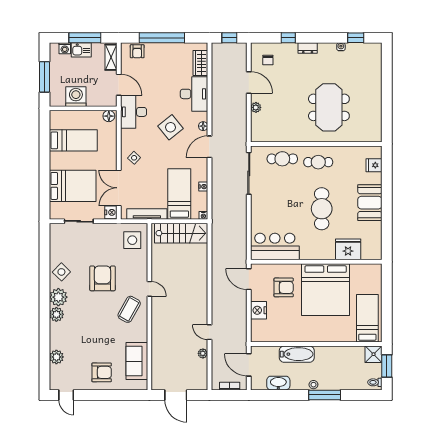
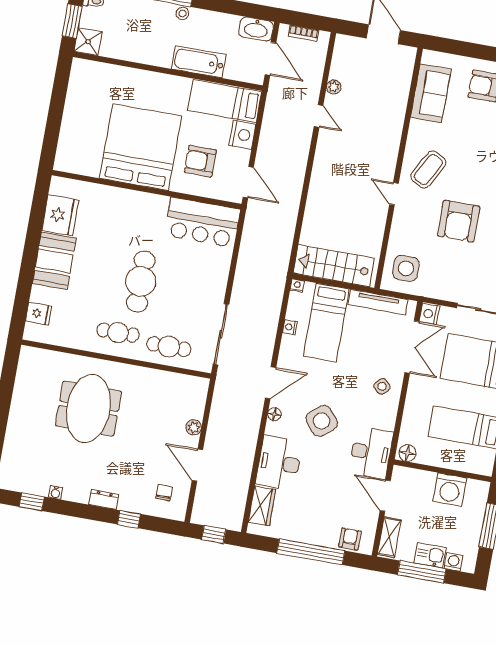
cafe table: (322, 209) -> (141, 281), moved
fridge: (348, 249) -> (60, 215), moved, turned -90
bed: (367, 318) -> (225, 101), moved, turned 90
washbasin: (278, 383) -> (256, 29), moved

